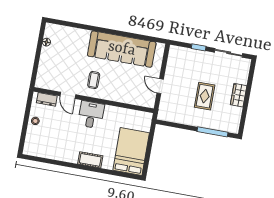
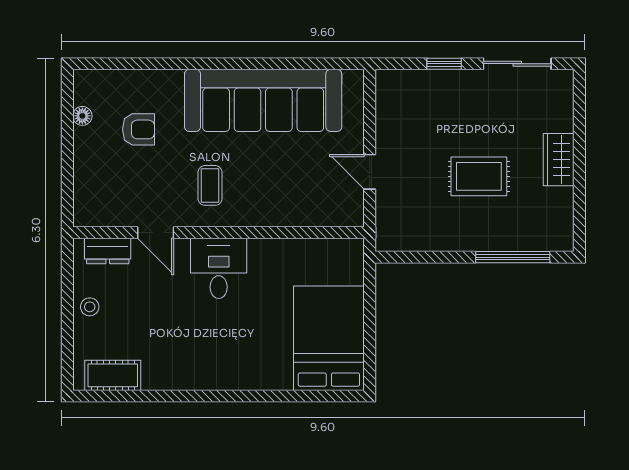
armchair: (68, 52) -> (138, 129), added
rug: (205, 96) -> (479, 176), turned 90
cot: (90, 160) -> (113, 375), moved

